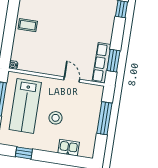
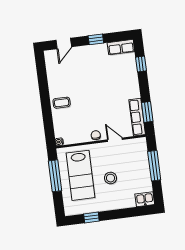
chair: (53, 69) -> (96, 135), added
kitchen sink: (69, 148) -> (145, 199), moved

